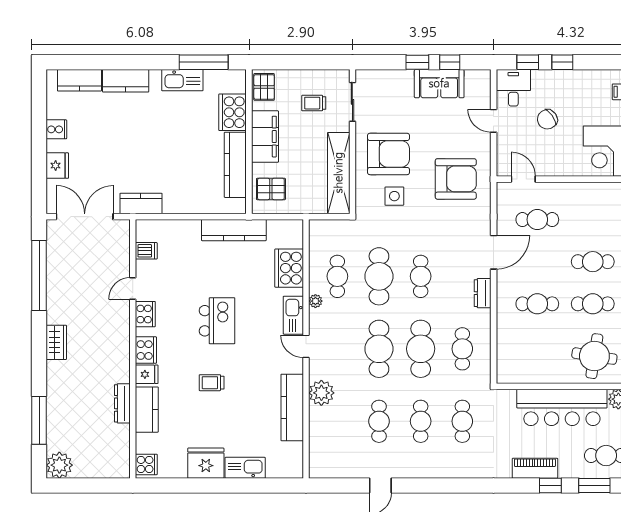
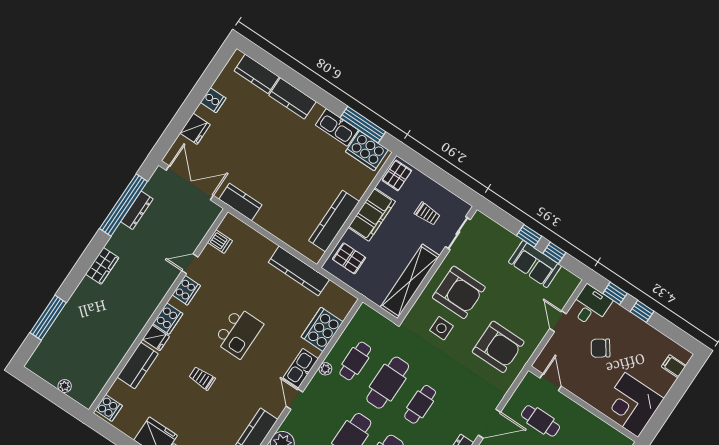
trolley: (314, 103) -> (427, 214), turned 180
cooker: (233, 112) -> (367, 151), moved, turned -90
dresser: (122, 403) -> (137, 210), moved, turned 180
plant: (59, 465) -> (65, 386), moved, width x0.53, depth x0.53

